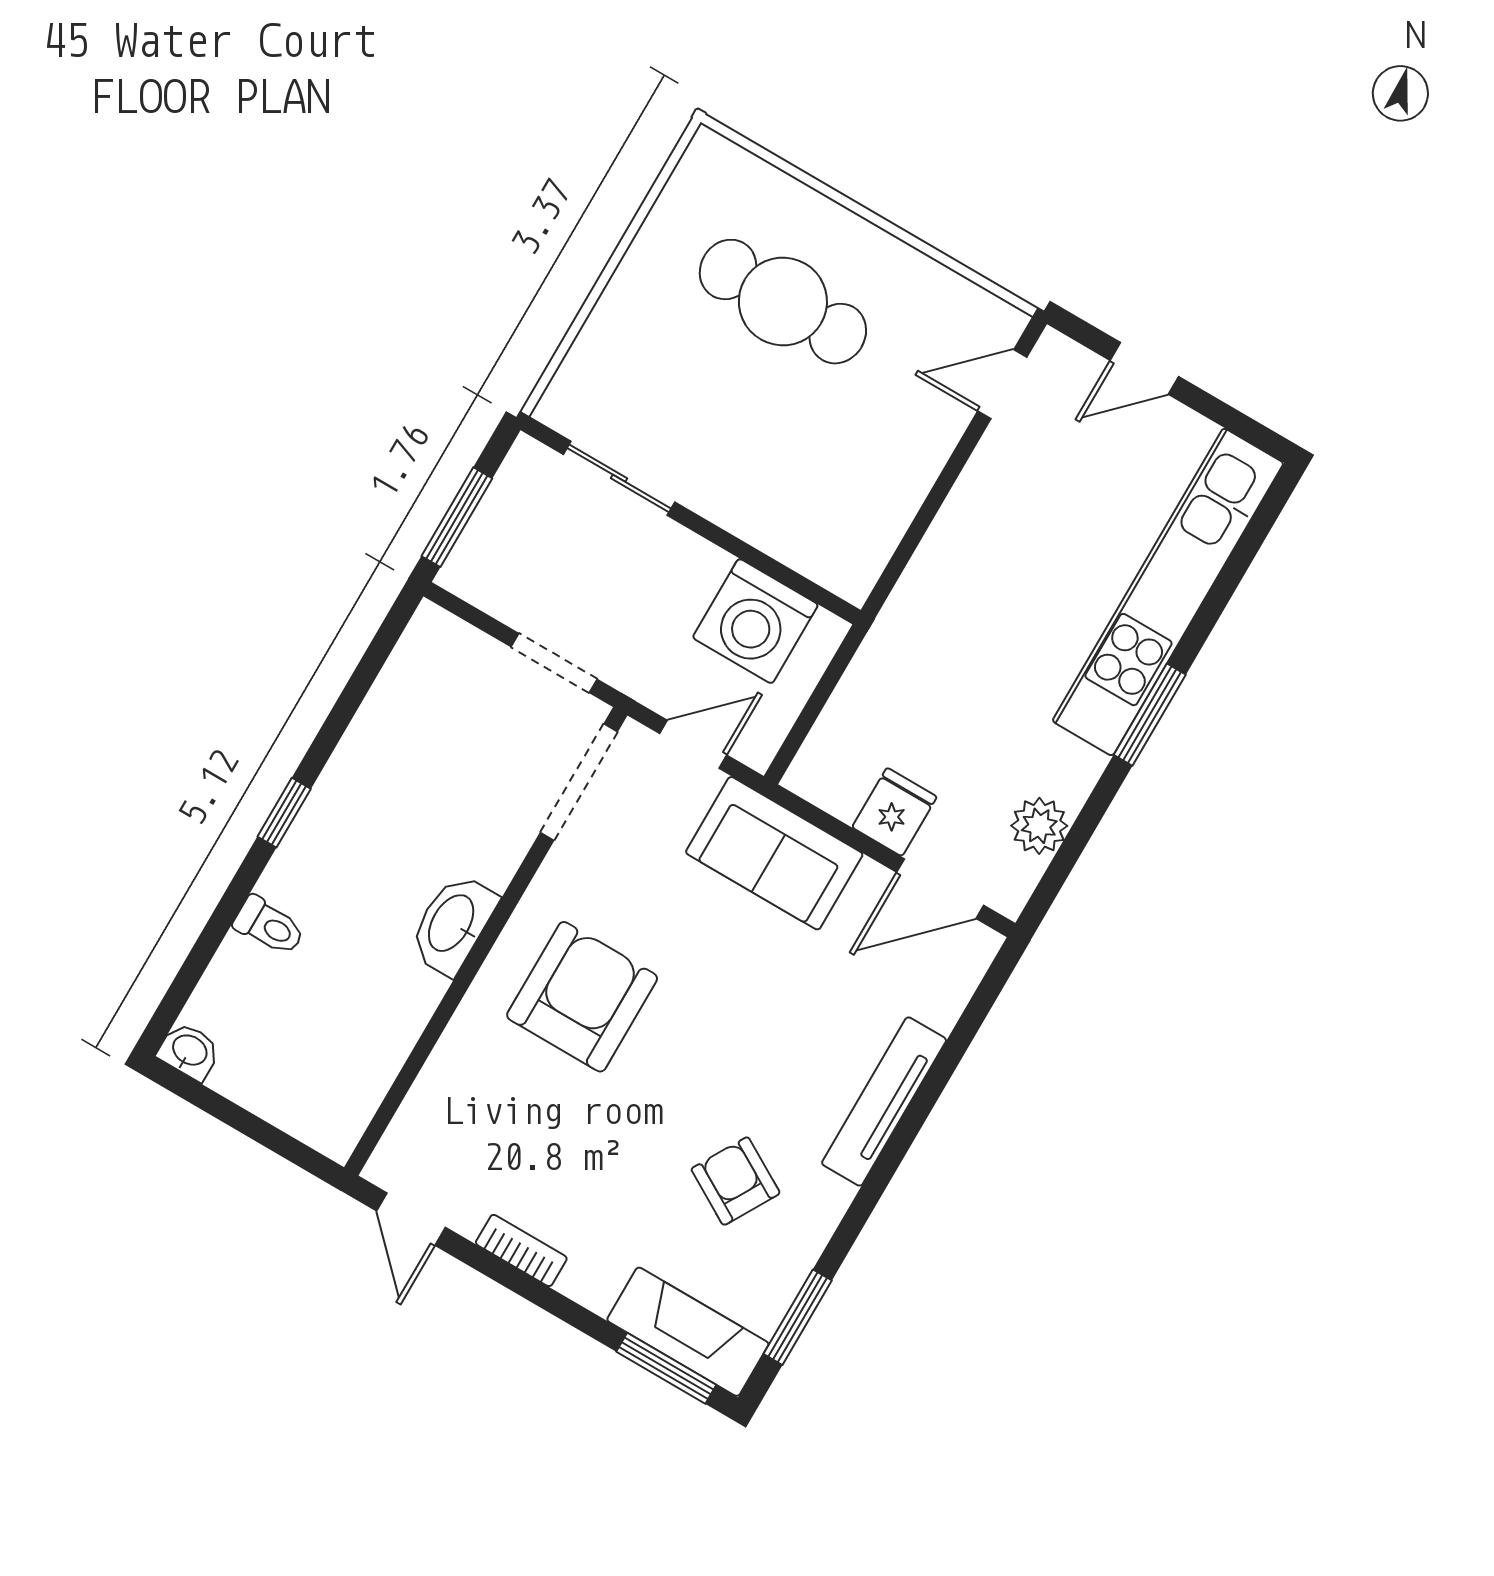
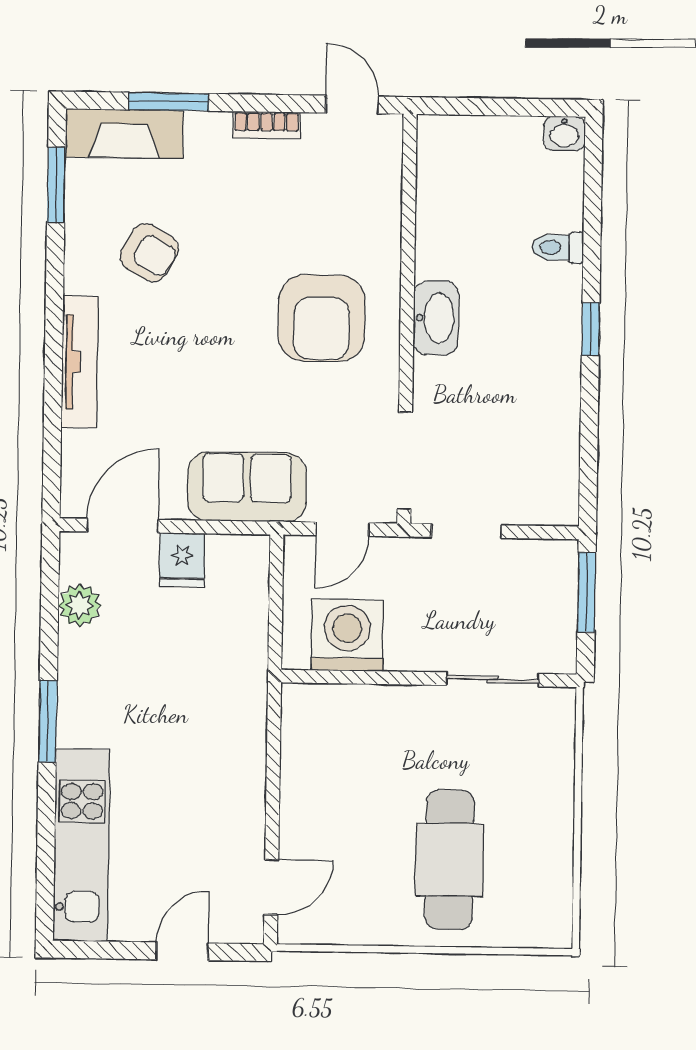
cafe table: (783, 302) -> (449, 860), turned 90
kitchen unit: (1168, 592) -> (81, 845), width x0.73
window: (666, 1368) -> (169, 102), moved

